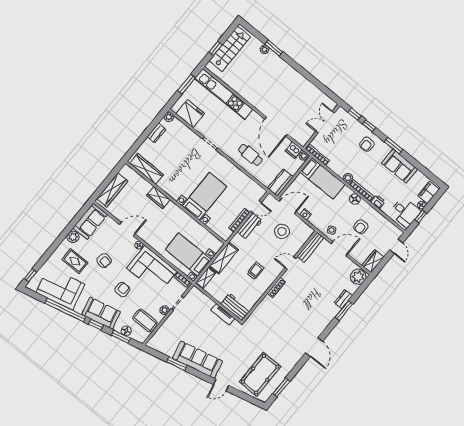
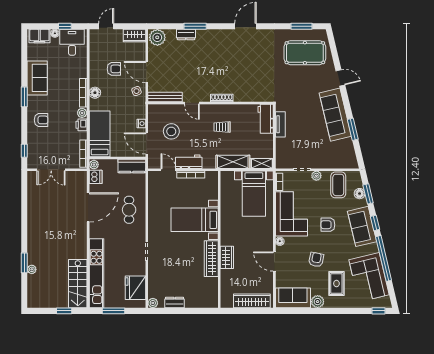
stairs: (230, 49) -> (78, 284), moved, turned -90
window: (369, 126) -> (24, 131), removed
wardrobe: (147, 169) -> (211, 259), moved
printer: (378, 202) -> (81, 125), moved

